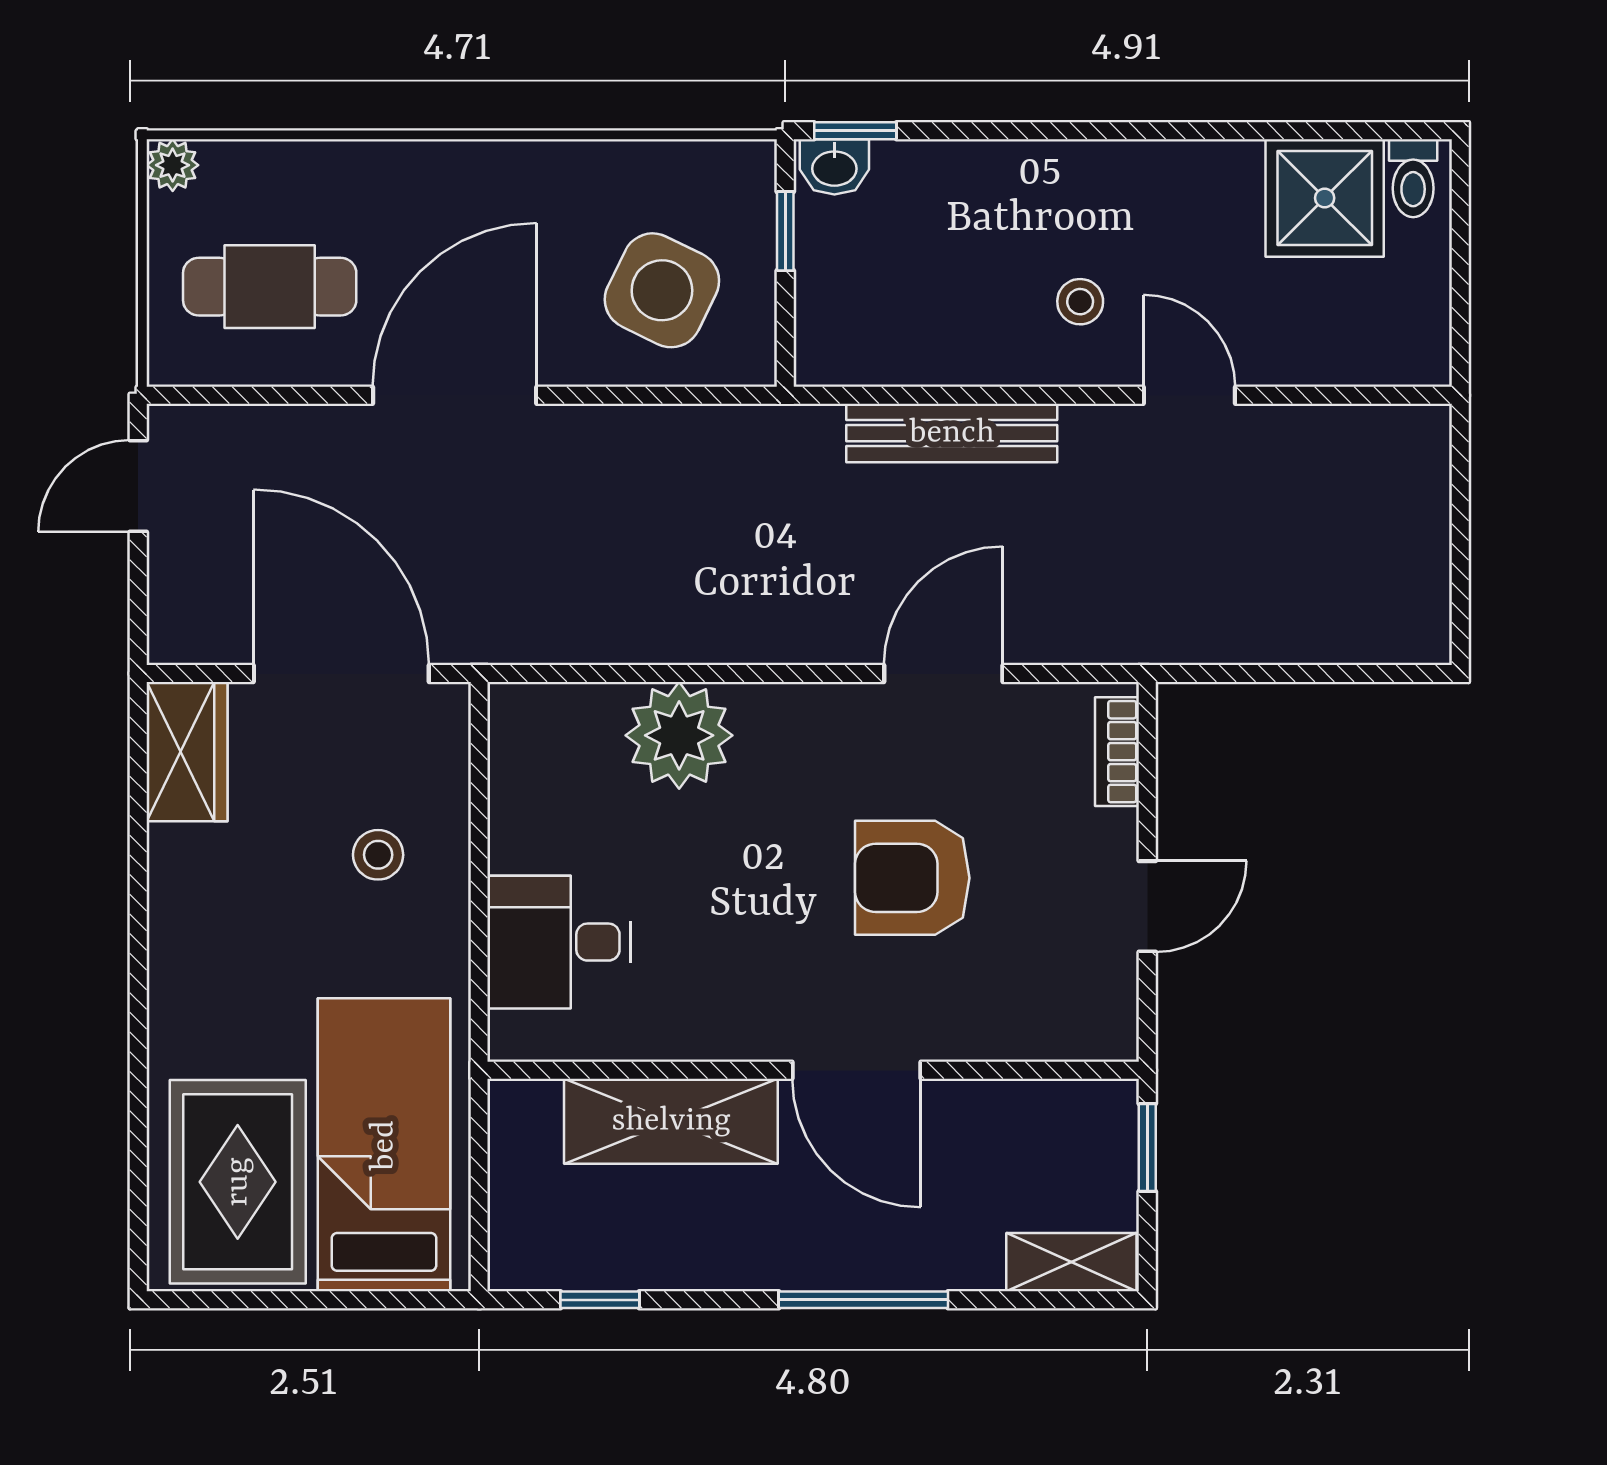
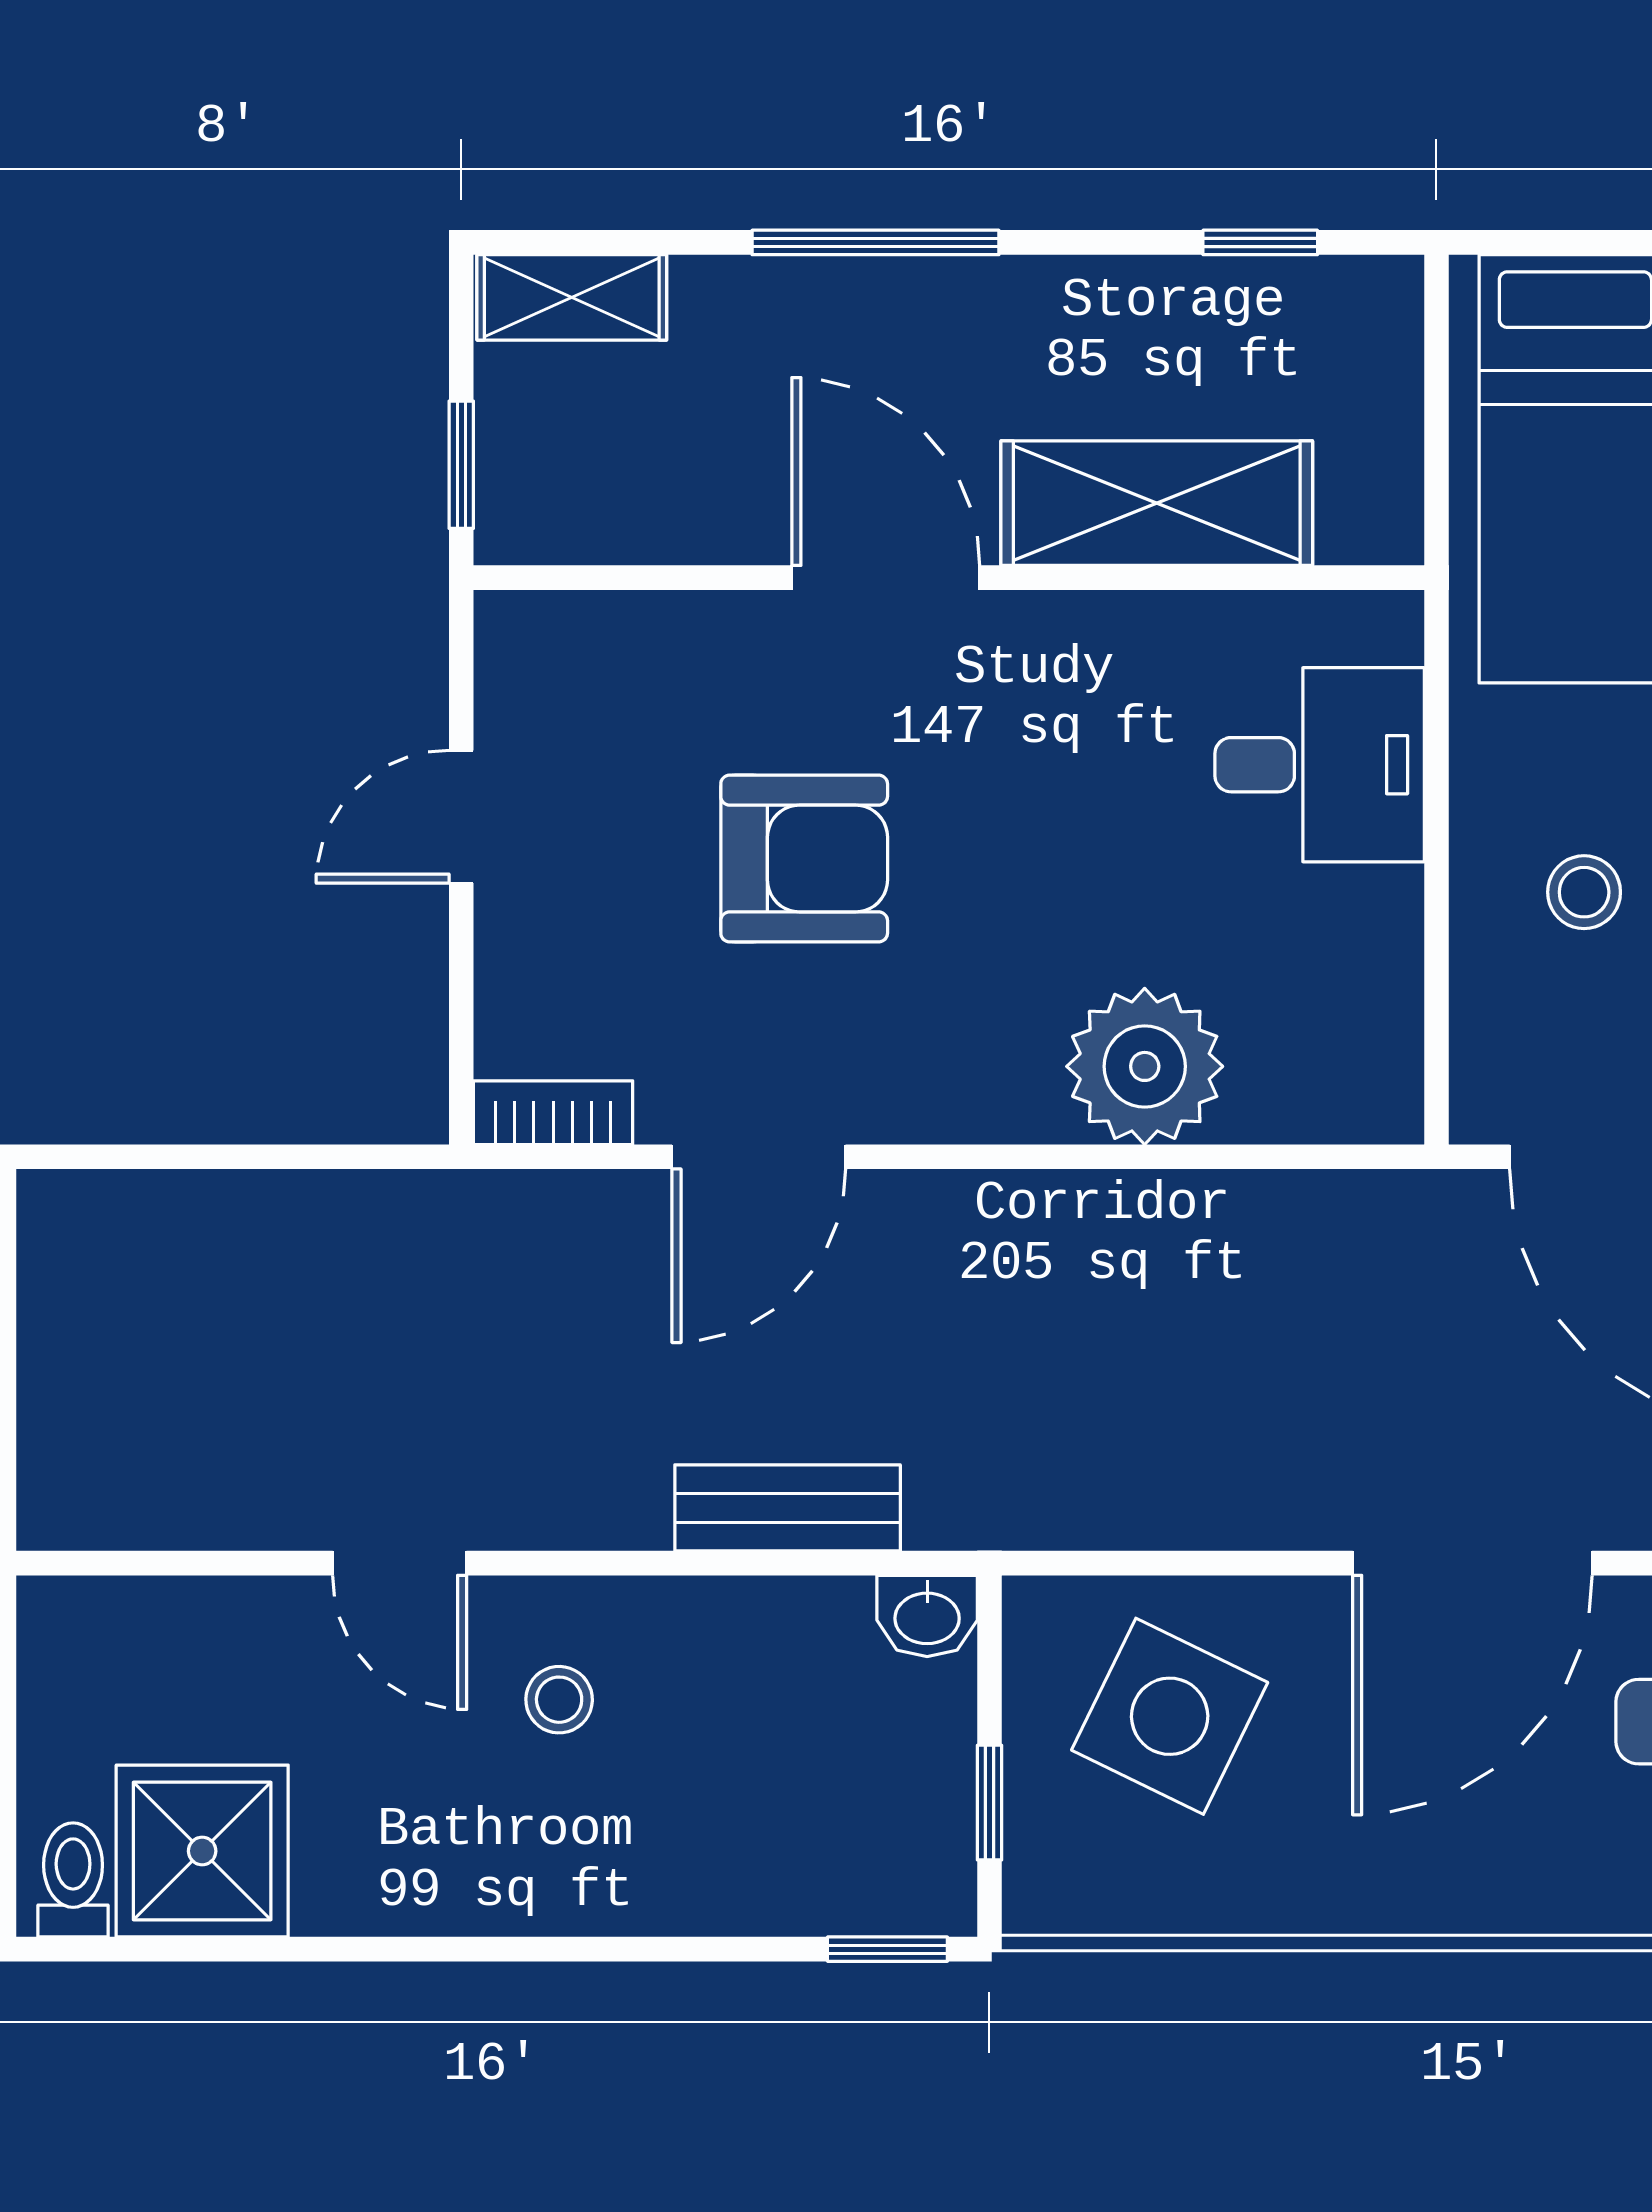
washbasin: (834, 167) -> (927, 1616), moved, turned 180
bench: (952, 433) -> (788, 1508), width x0.73
bookcase: (1117, 752) -> (553, 1113), moved, turned -90

